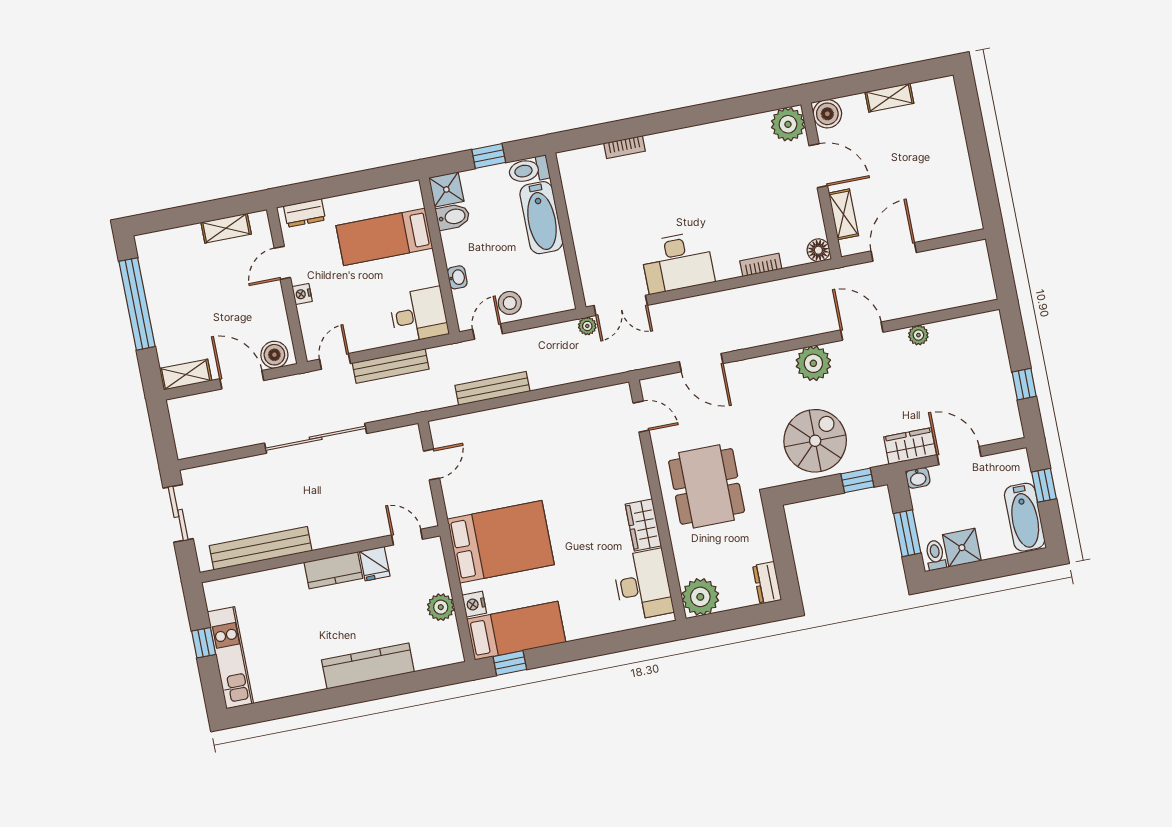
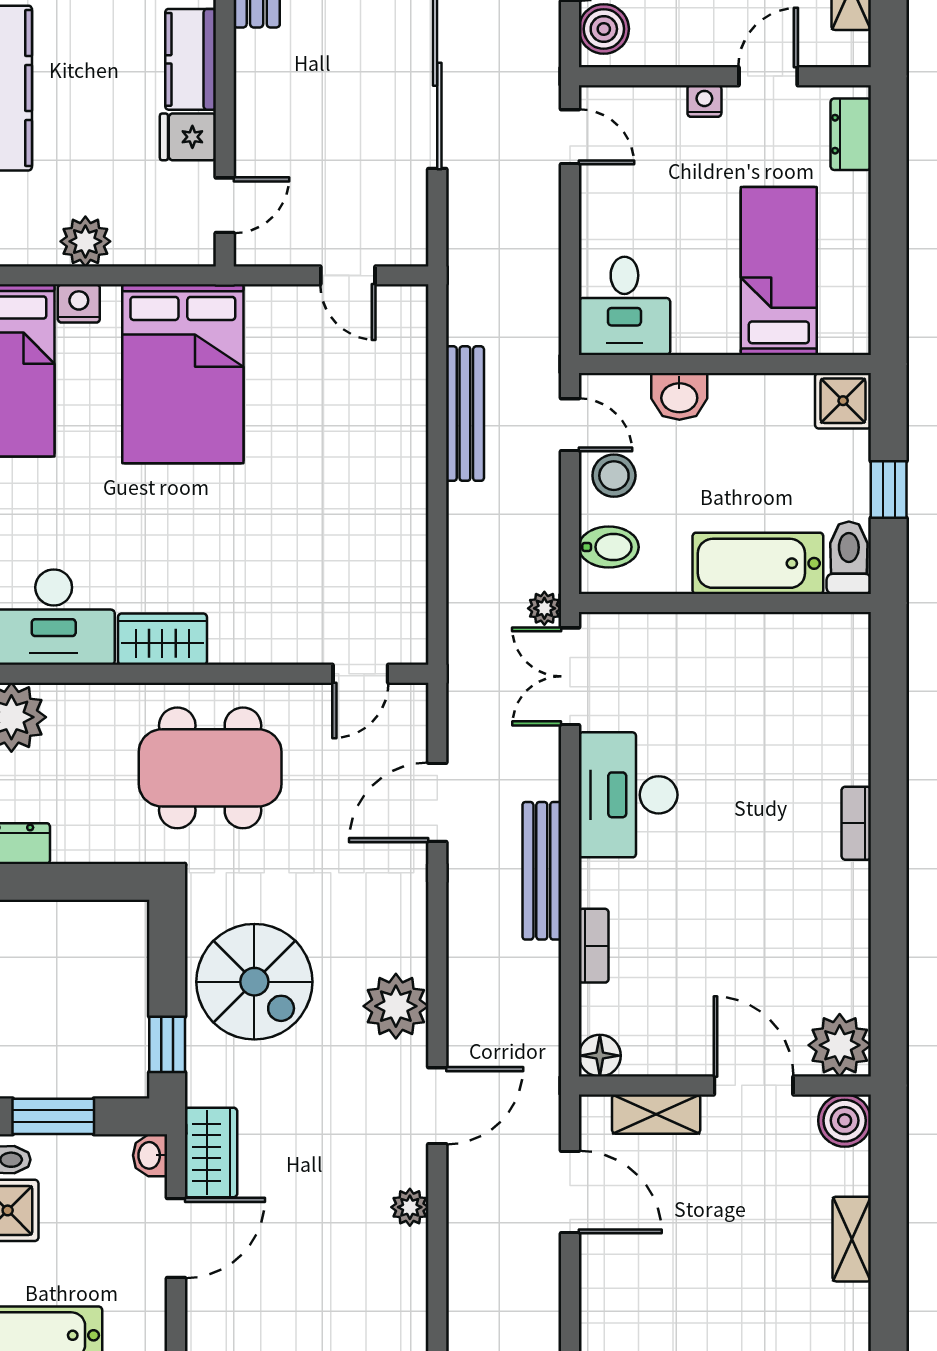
bookcase: (625, 147) -> (856, 823), moved
door: (818, 166) -> (754, 1085), swing flipped
bidet: (453, 217) -> (609, 547), moved, turned -90
door: (282, 263) -> (768, 76), hinge flipped
washbasin: (457, 277) -> (679, 396), width x1.38, depth x1.45
bench: (391, 366) -> (542, 871), moved

